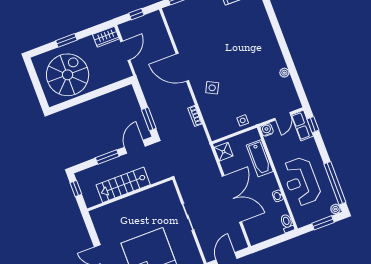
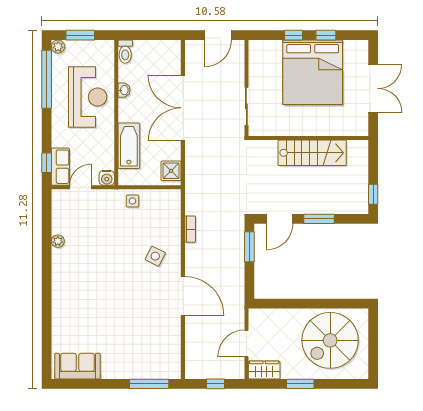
window: (66, 40) -> (300, 384), moved
stairs: (123, 185) -> (312, 153), moved
wall: (130, 194) -> (308, 138), moved

